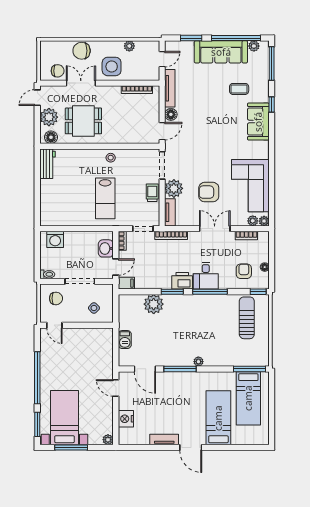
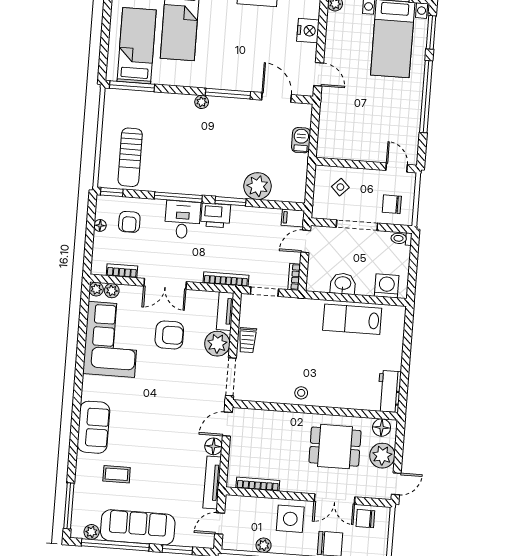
window: (272, 104) -> (73, 449), removed
lab bench: (105, 198) -> (352, 319), moved, turned -90
washbasin: (106, 248) -> (343, 284), moved, turned -90

